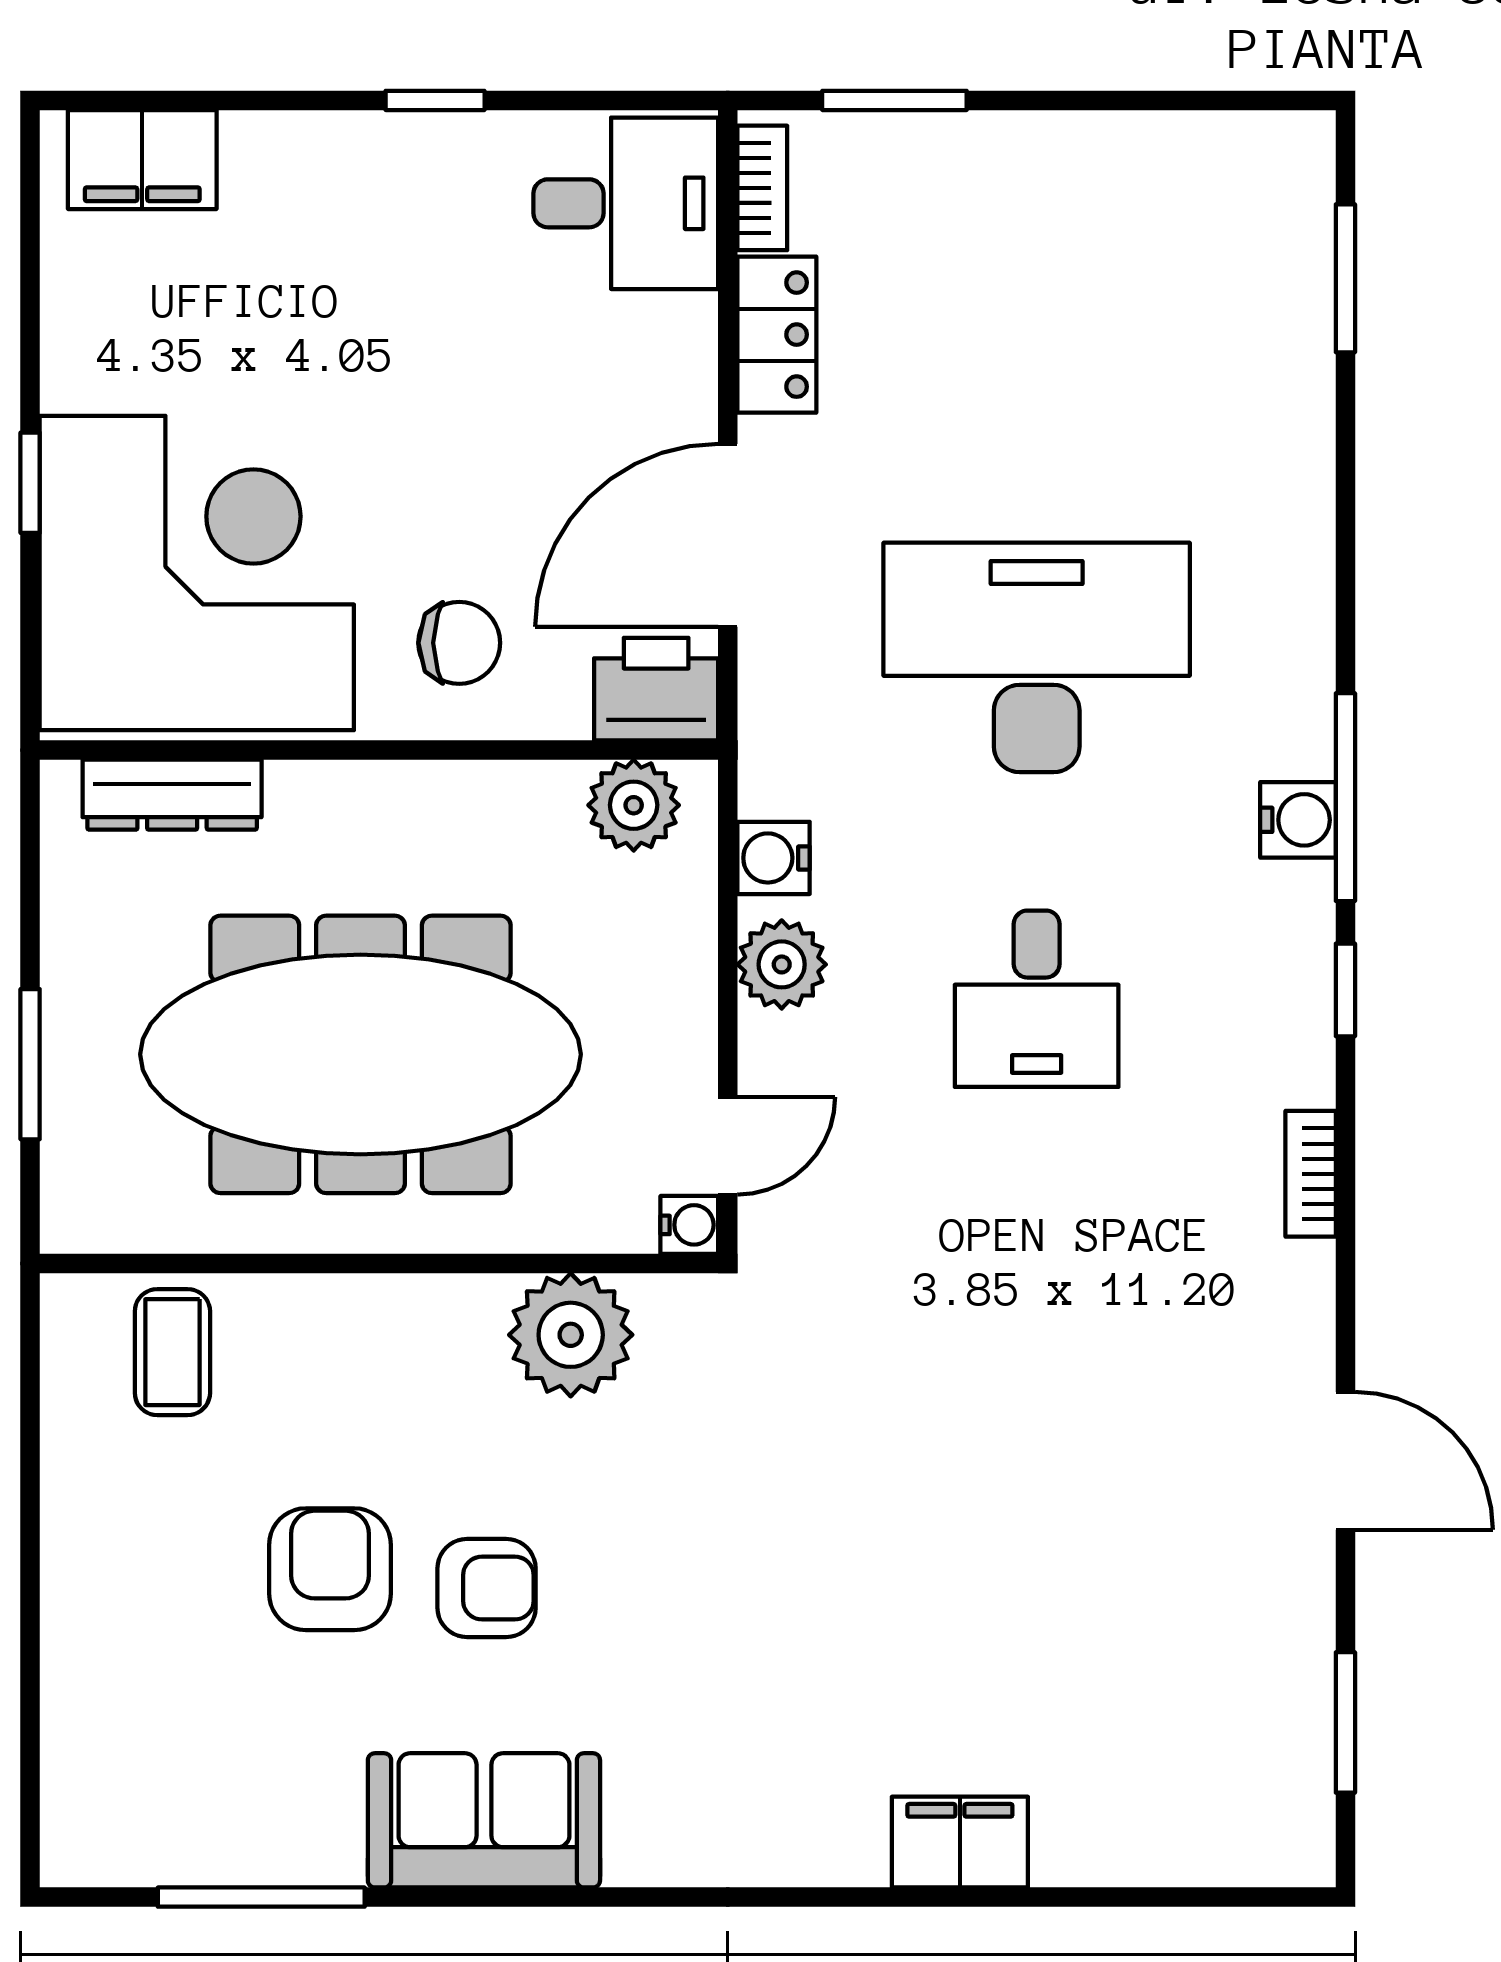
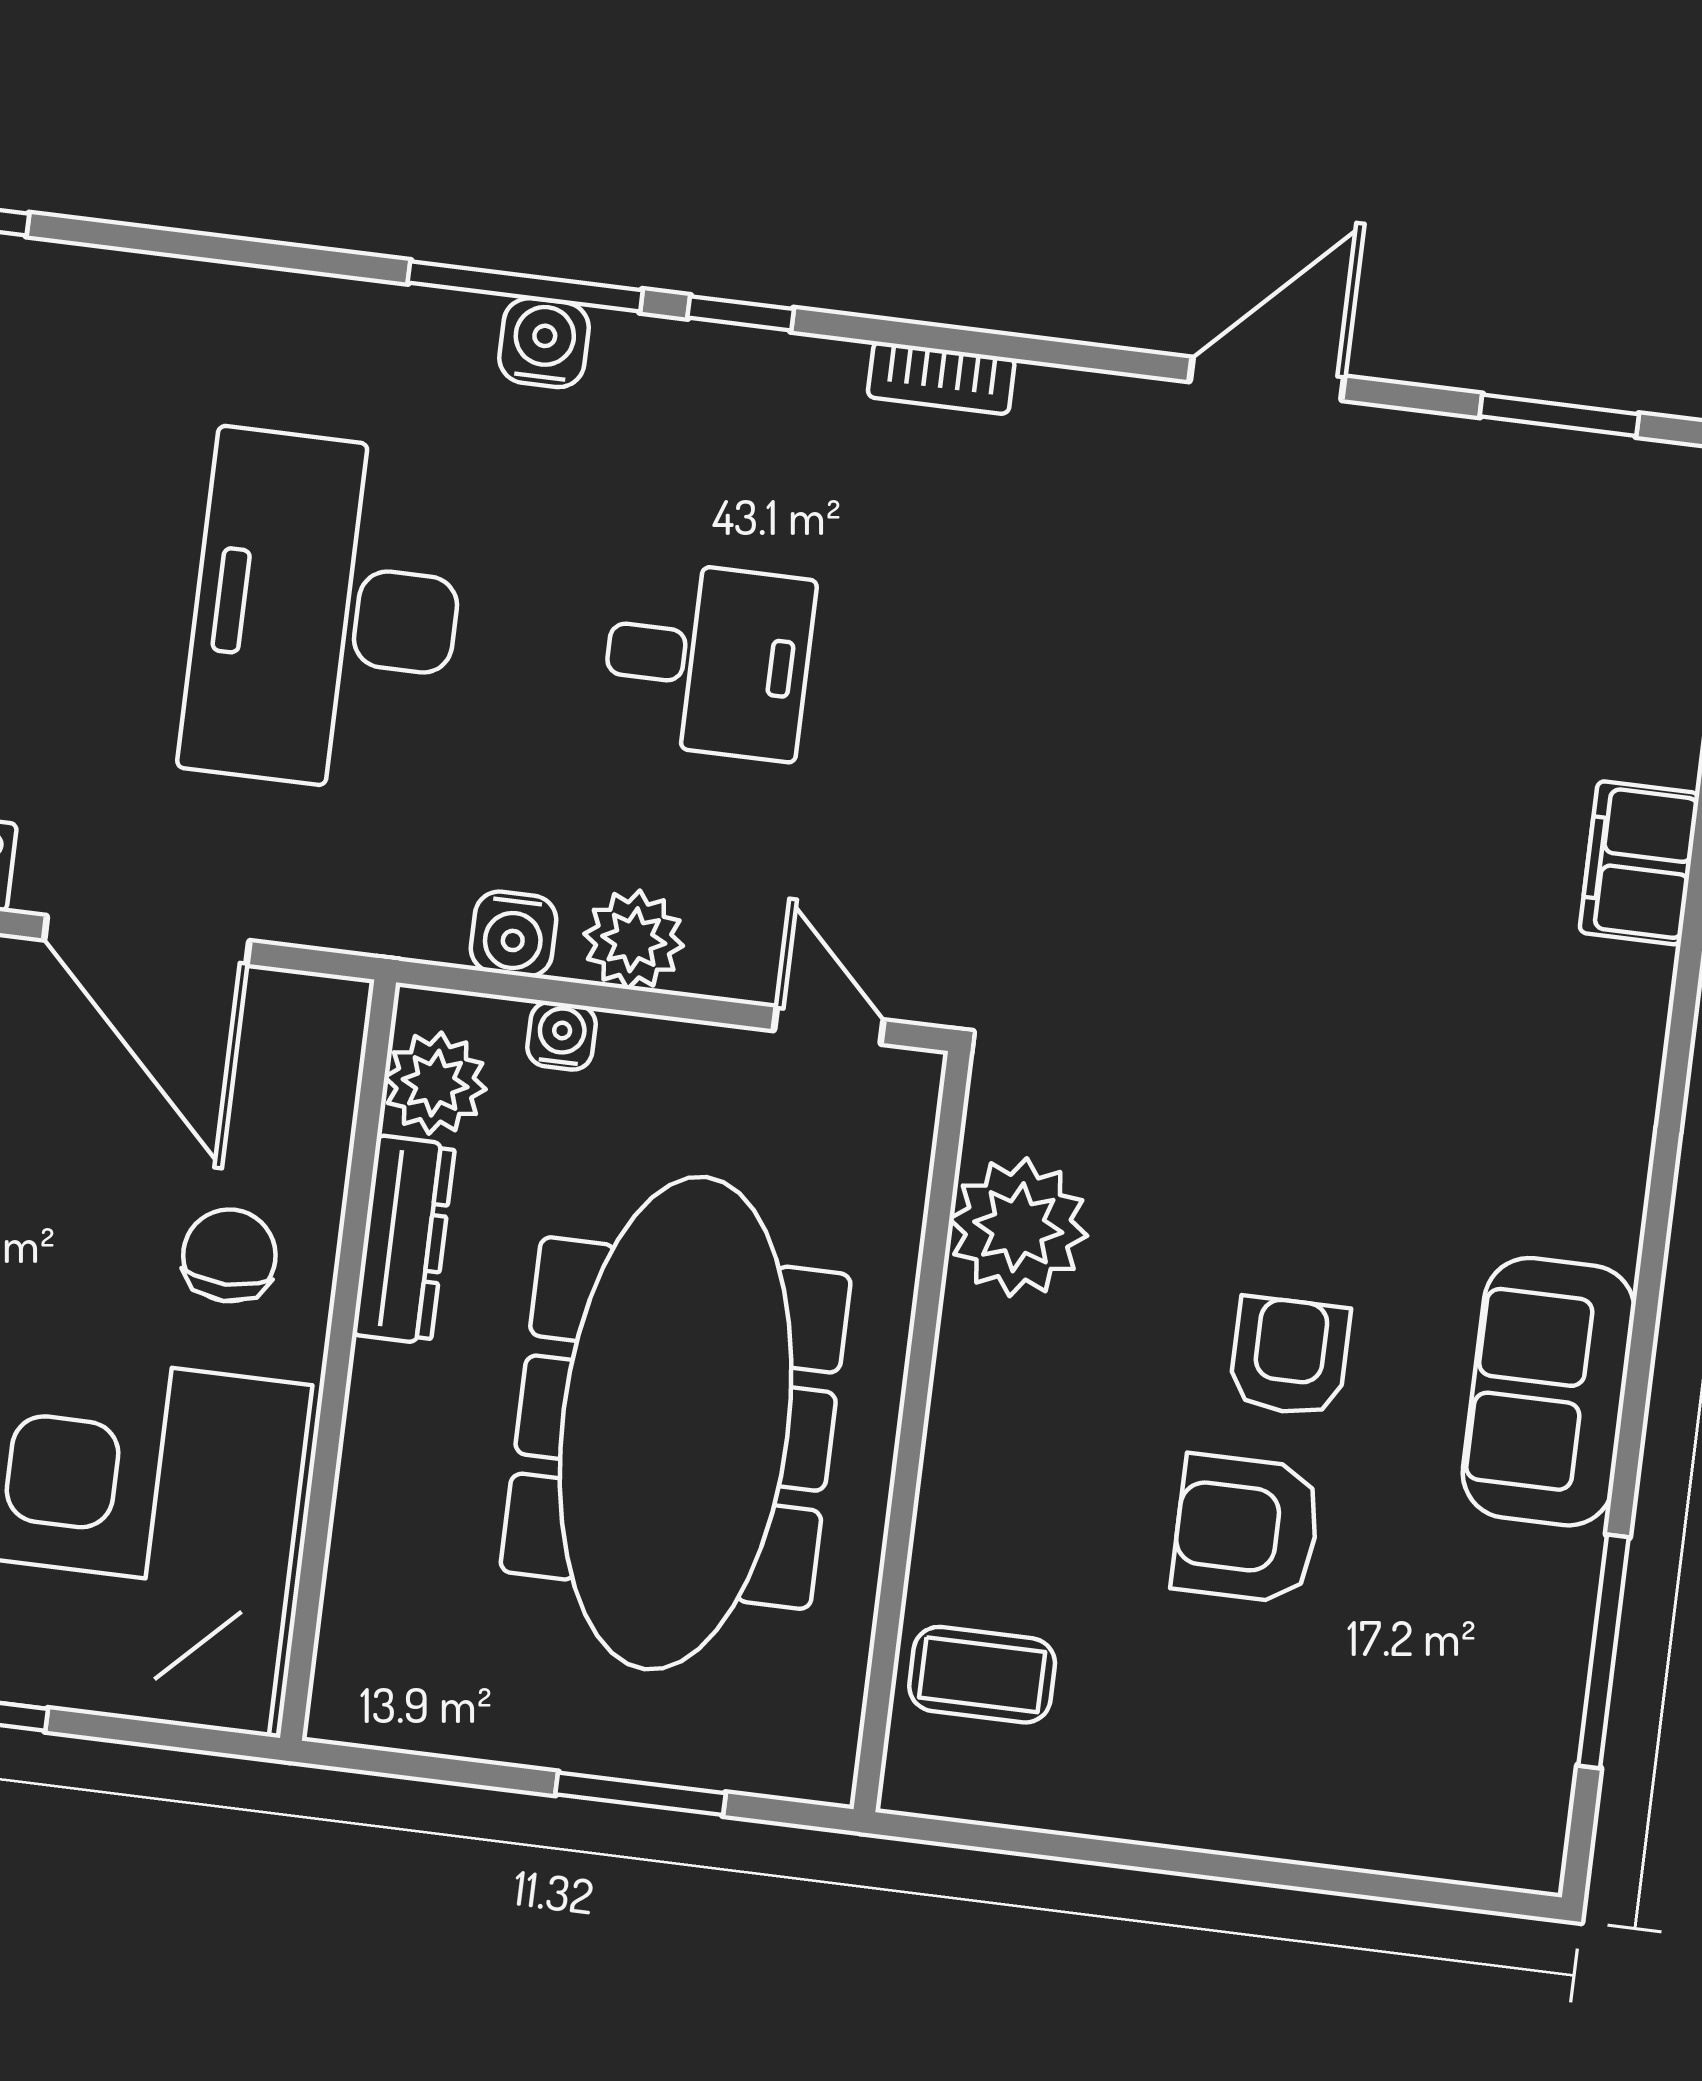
printer: (656, 689) -> (309, 1042), removed
dresser: (172, 795) -> (404, 1240), moved
water cooler: (689, 1225) -> (561, 1036), moved

